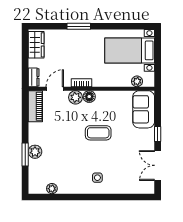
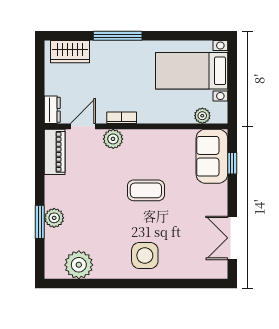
window: (79, 26) -> (118, 36), width x1.44
wardrobe: (36, 45) -> (70, 52), moved, turned 90
floor lamp: (89, 97) -> (133, 138), removed
window: (158, 134) -> (232, 163), moved
side table: (97, 178) -> (145, 256), width x1.87, depth x1.87
plant: (52, 189) -> (79, 265), width x1.87, depth x1.87

